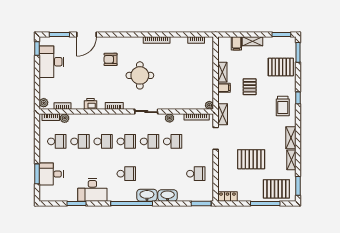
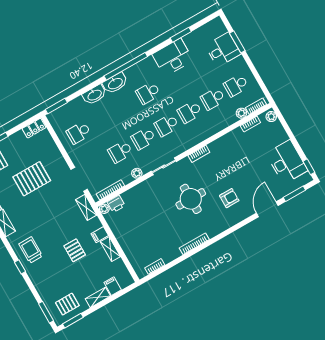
pallet: (281, 67) -> (67, 304), moved, width x0.67, depth x0.71
printer: (90, 104) -> (116, 204), moved

